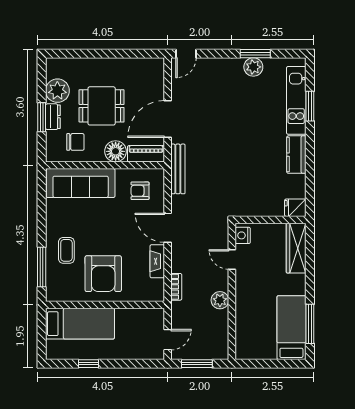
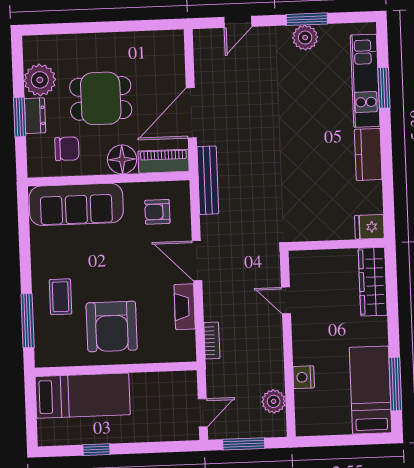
door: (186, 54) -> (238, 22), moved
nightstand: (243, 235) -> (304, 377), moved
plant: (220, 300) -> (274, 401), moved

